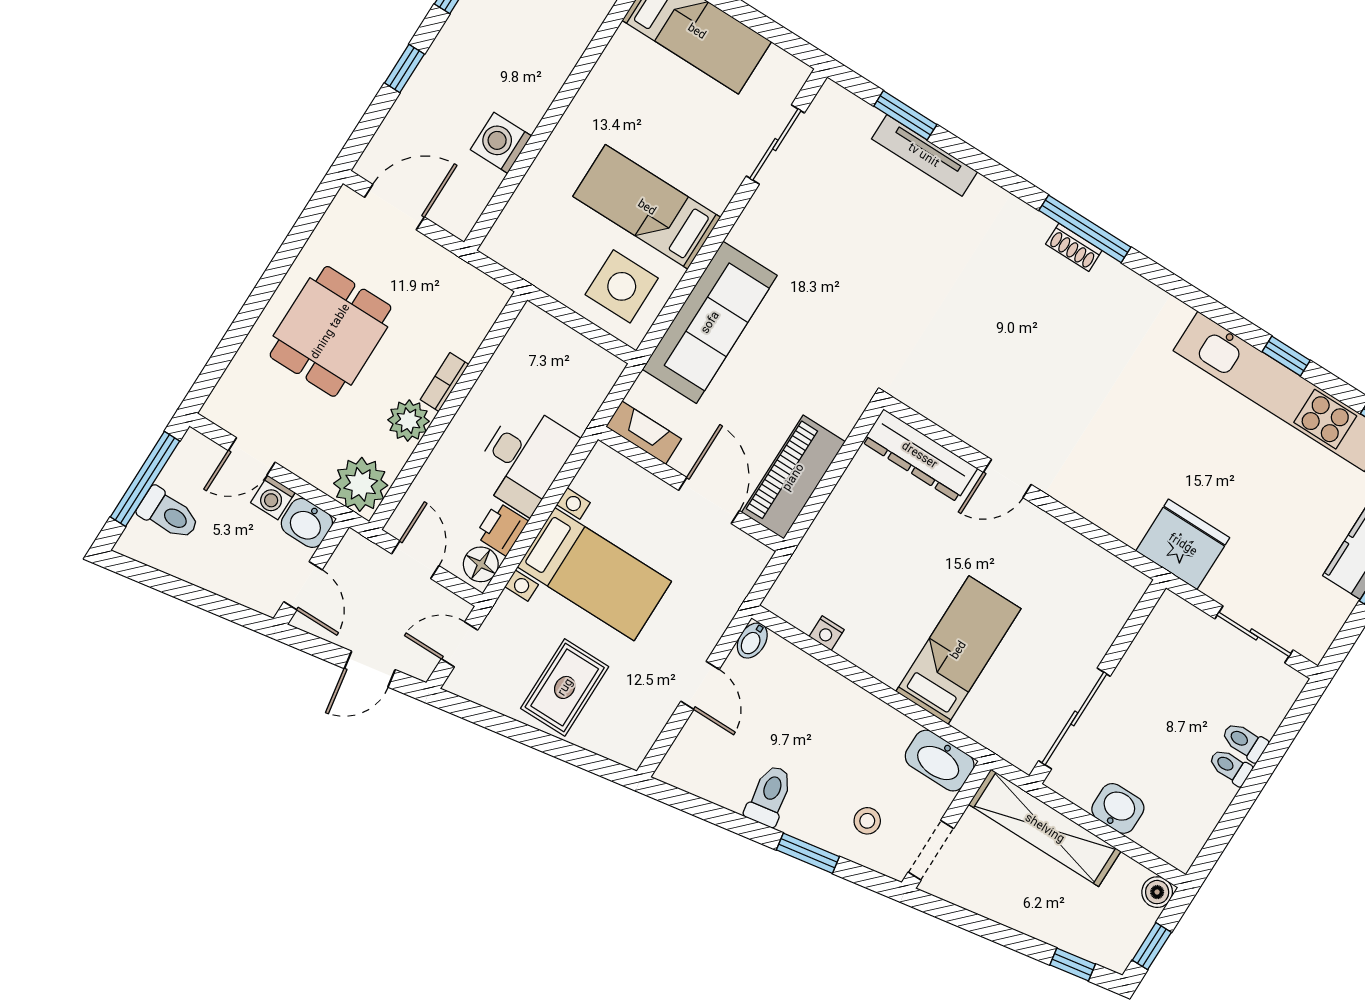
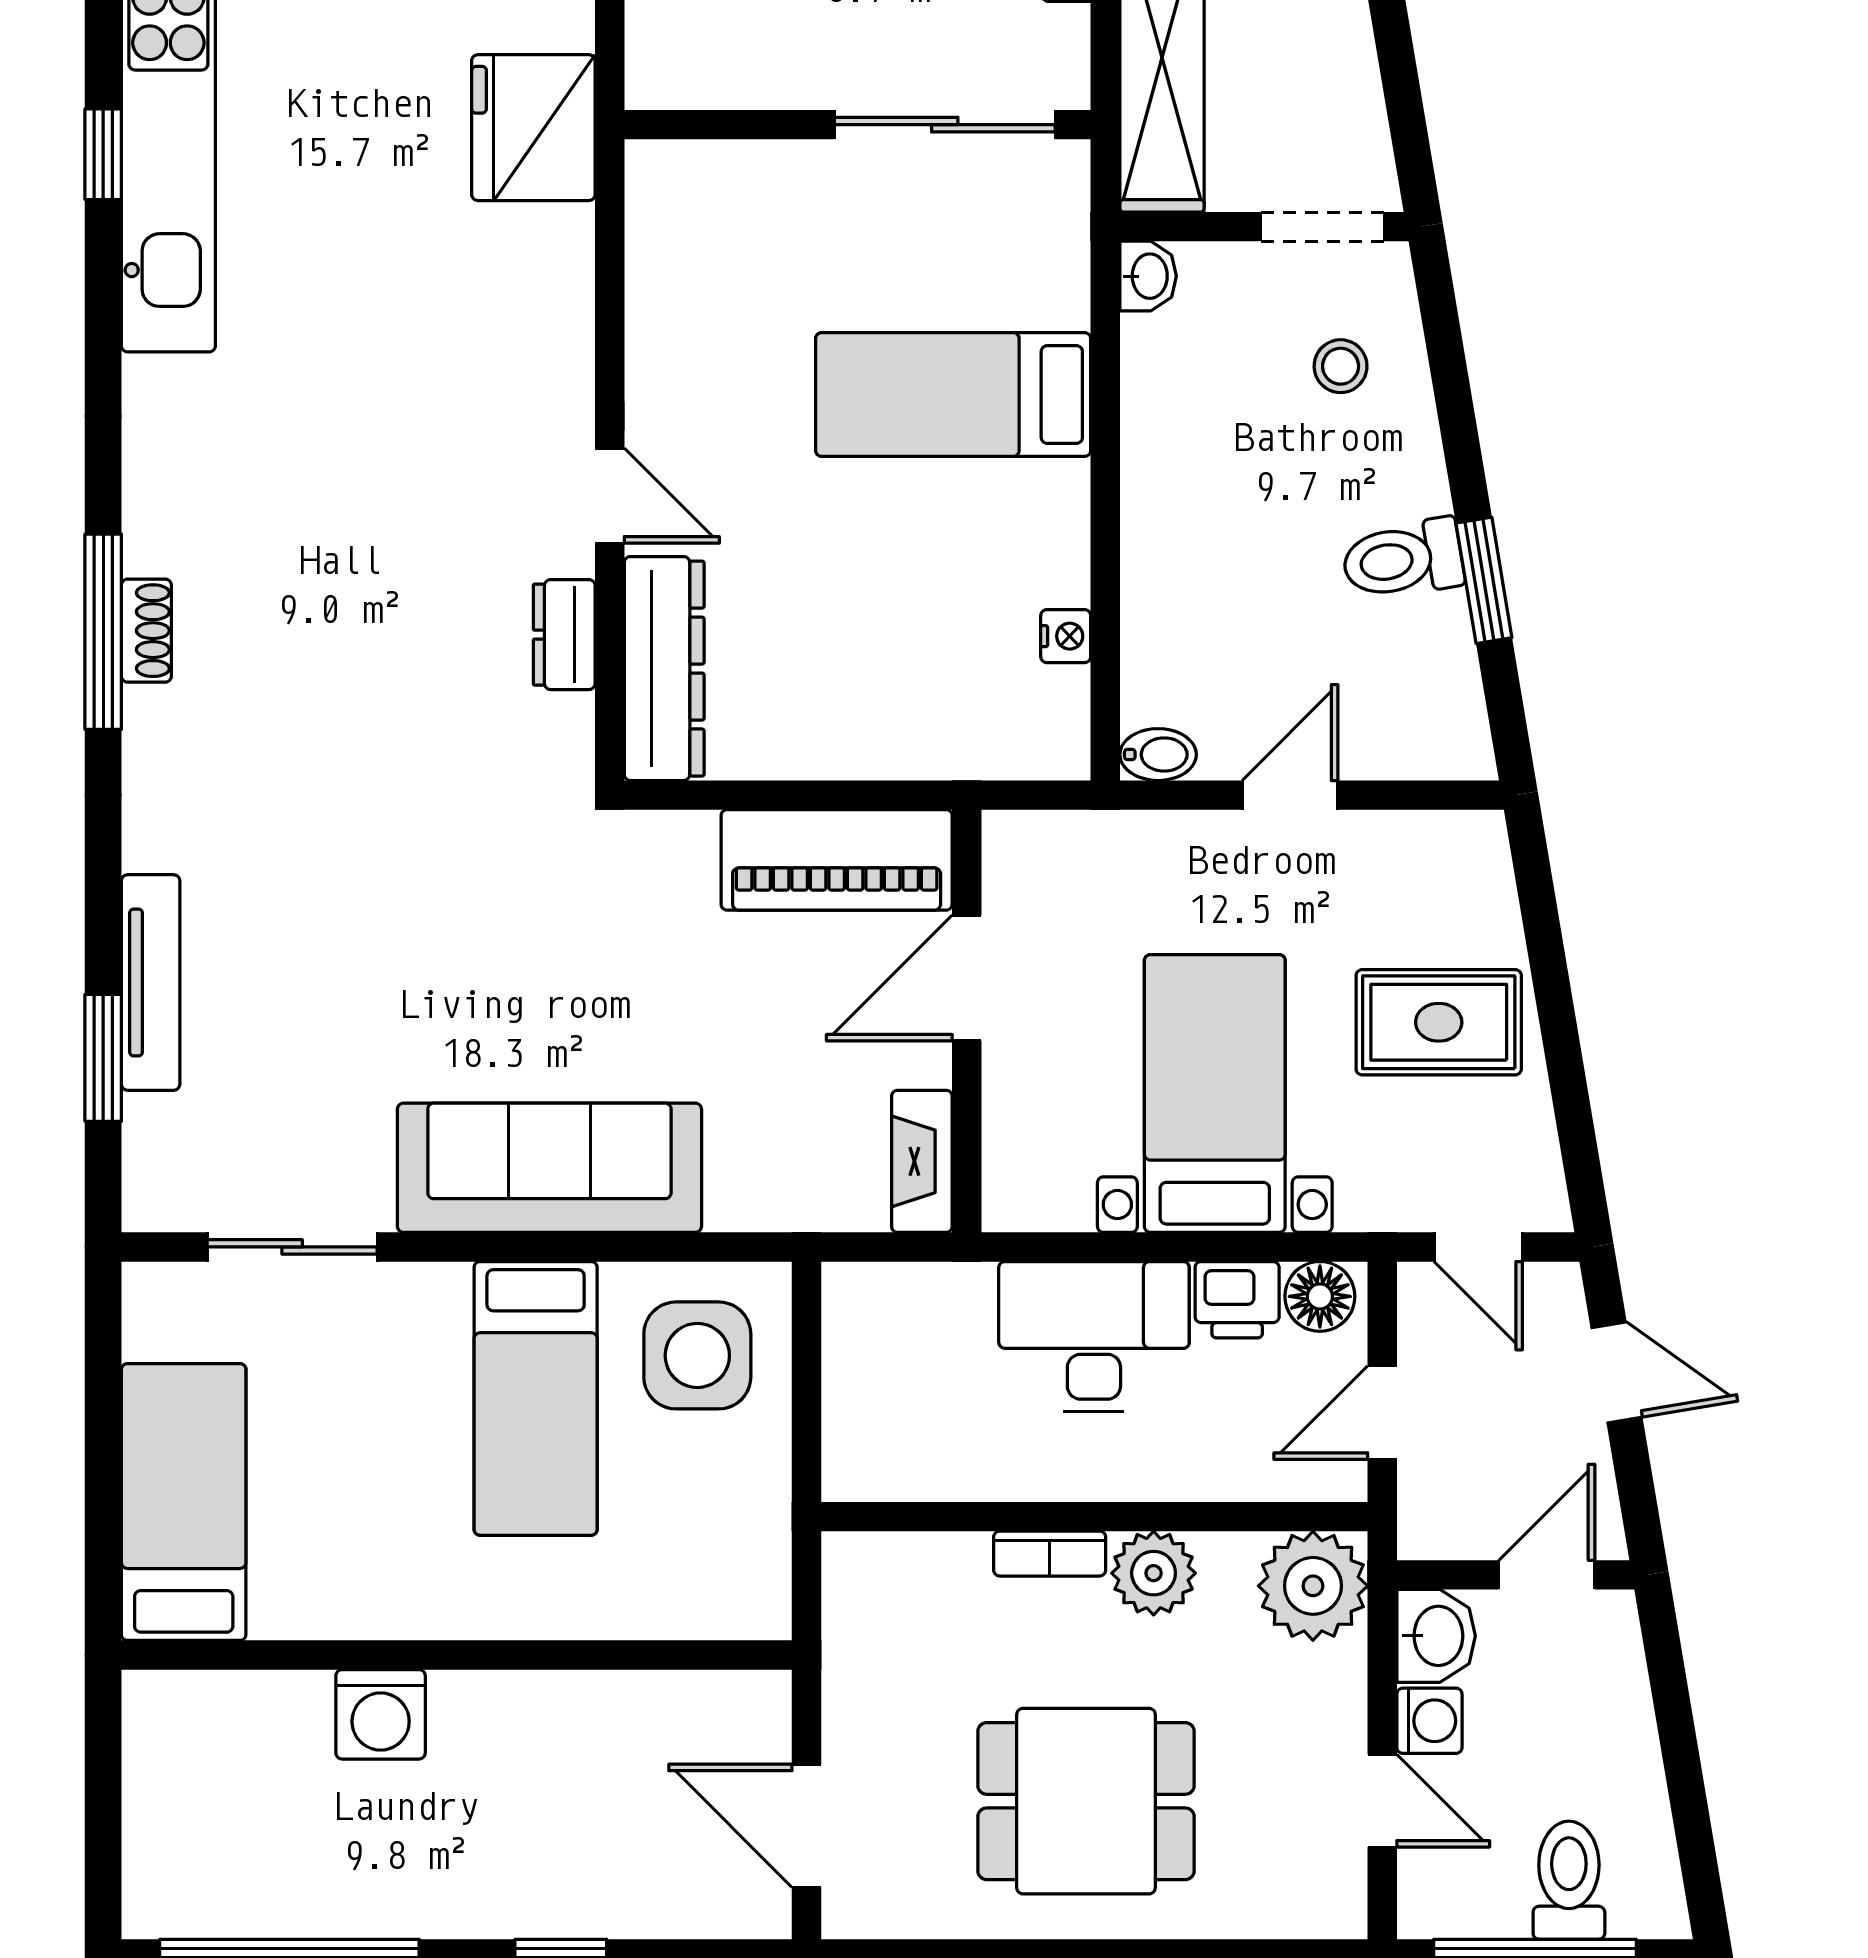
washing machine: (501, 143) -> (381, 1714), moved
sofa: (710, 322) -> (549, 1168), moved
dresser: (961, 422) -> (564, 635), added
washbasin: (940, 761) -> (1148, 276), width x0.52, depth x0.69
window: (808, 853) -> (1484, 580), moved

